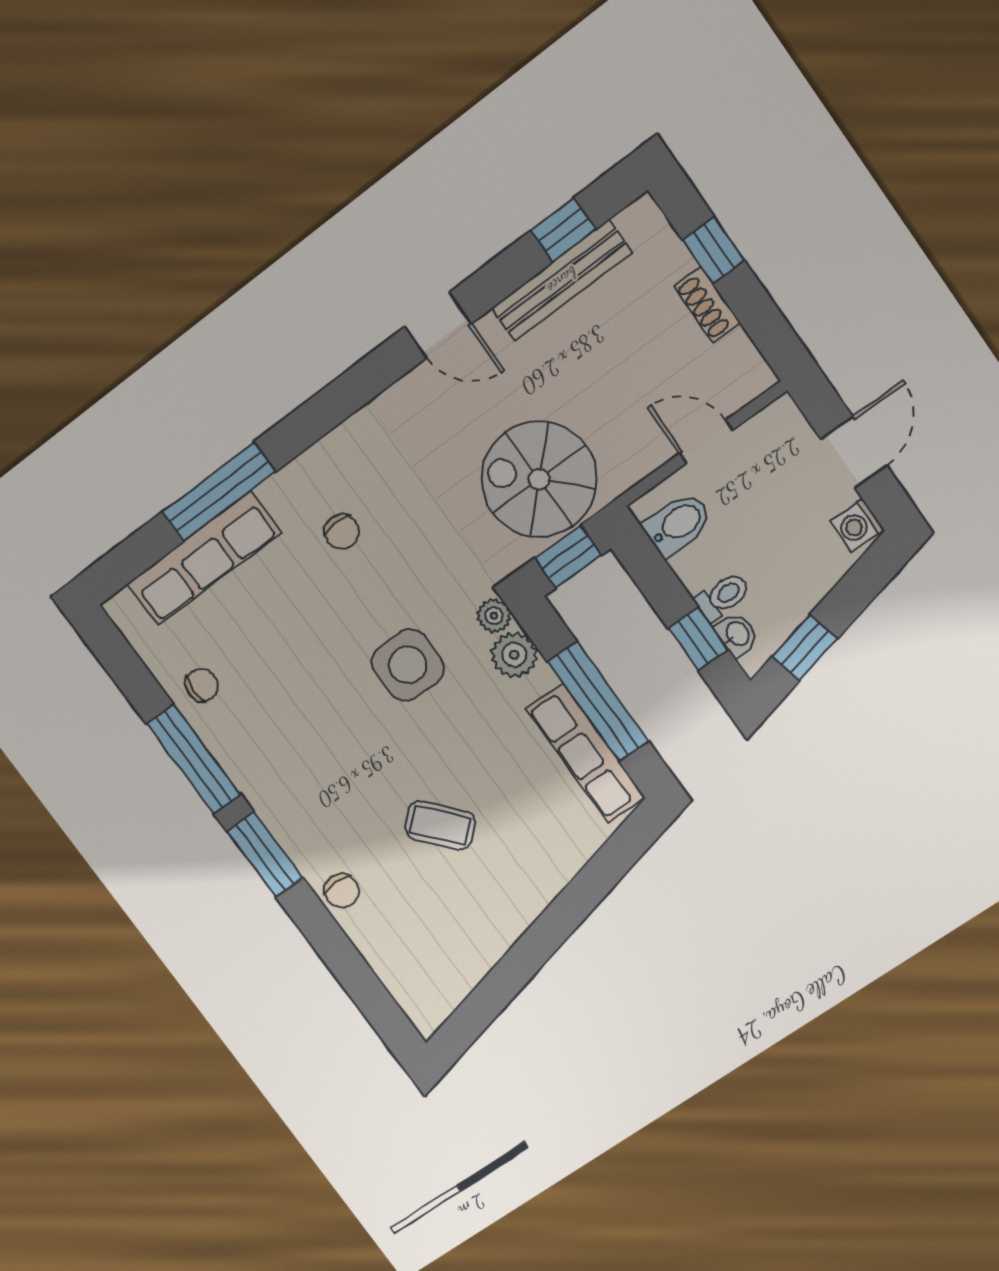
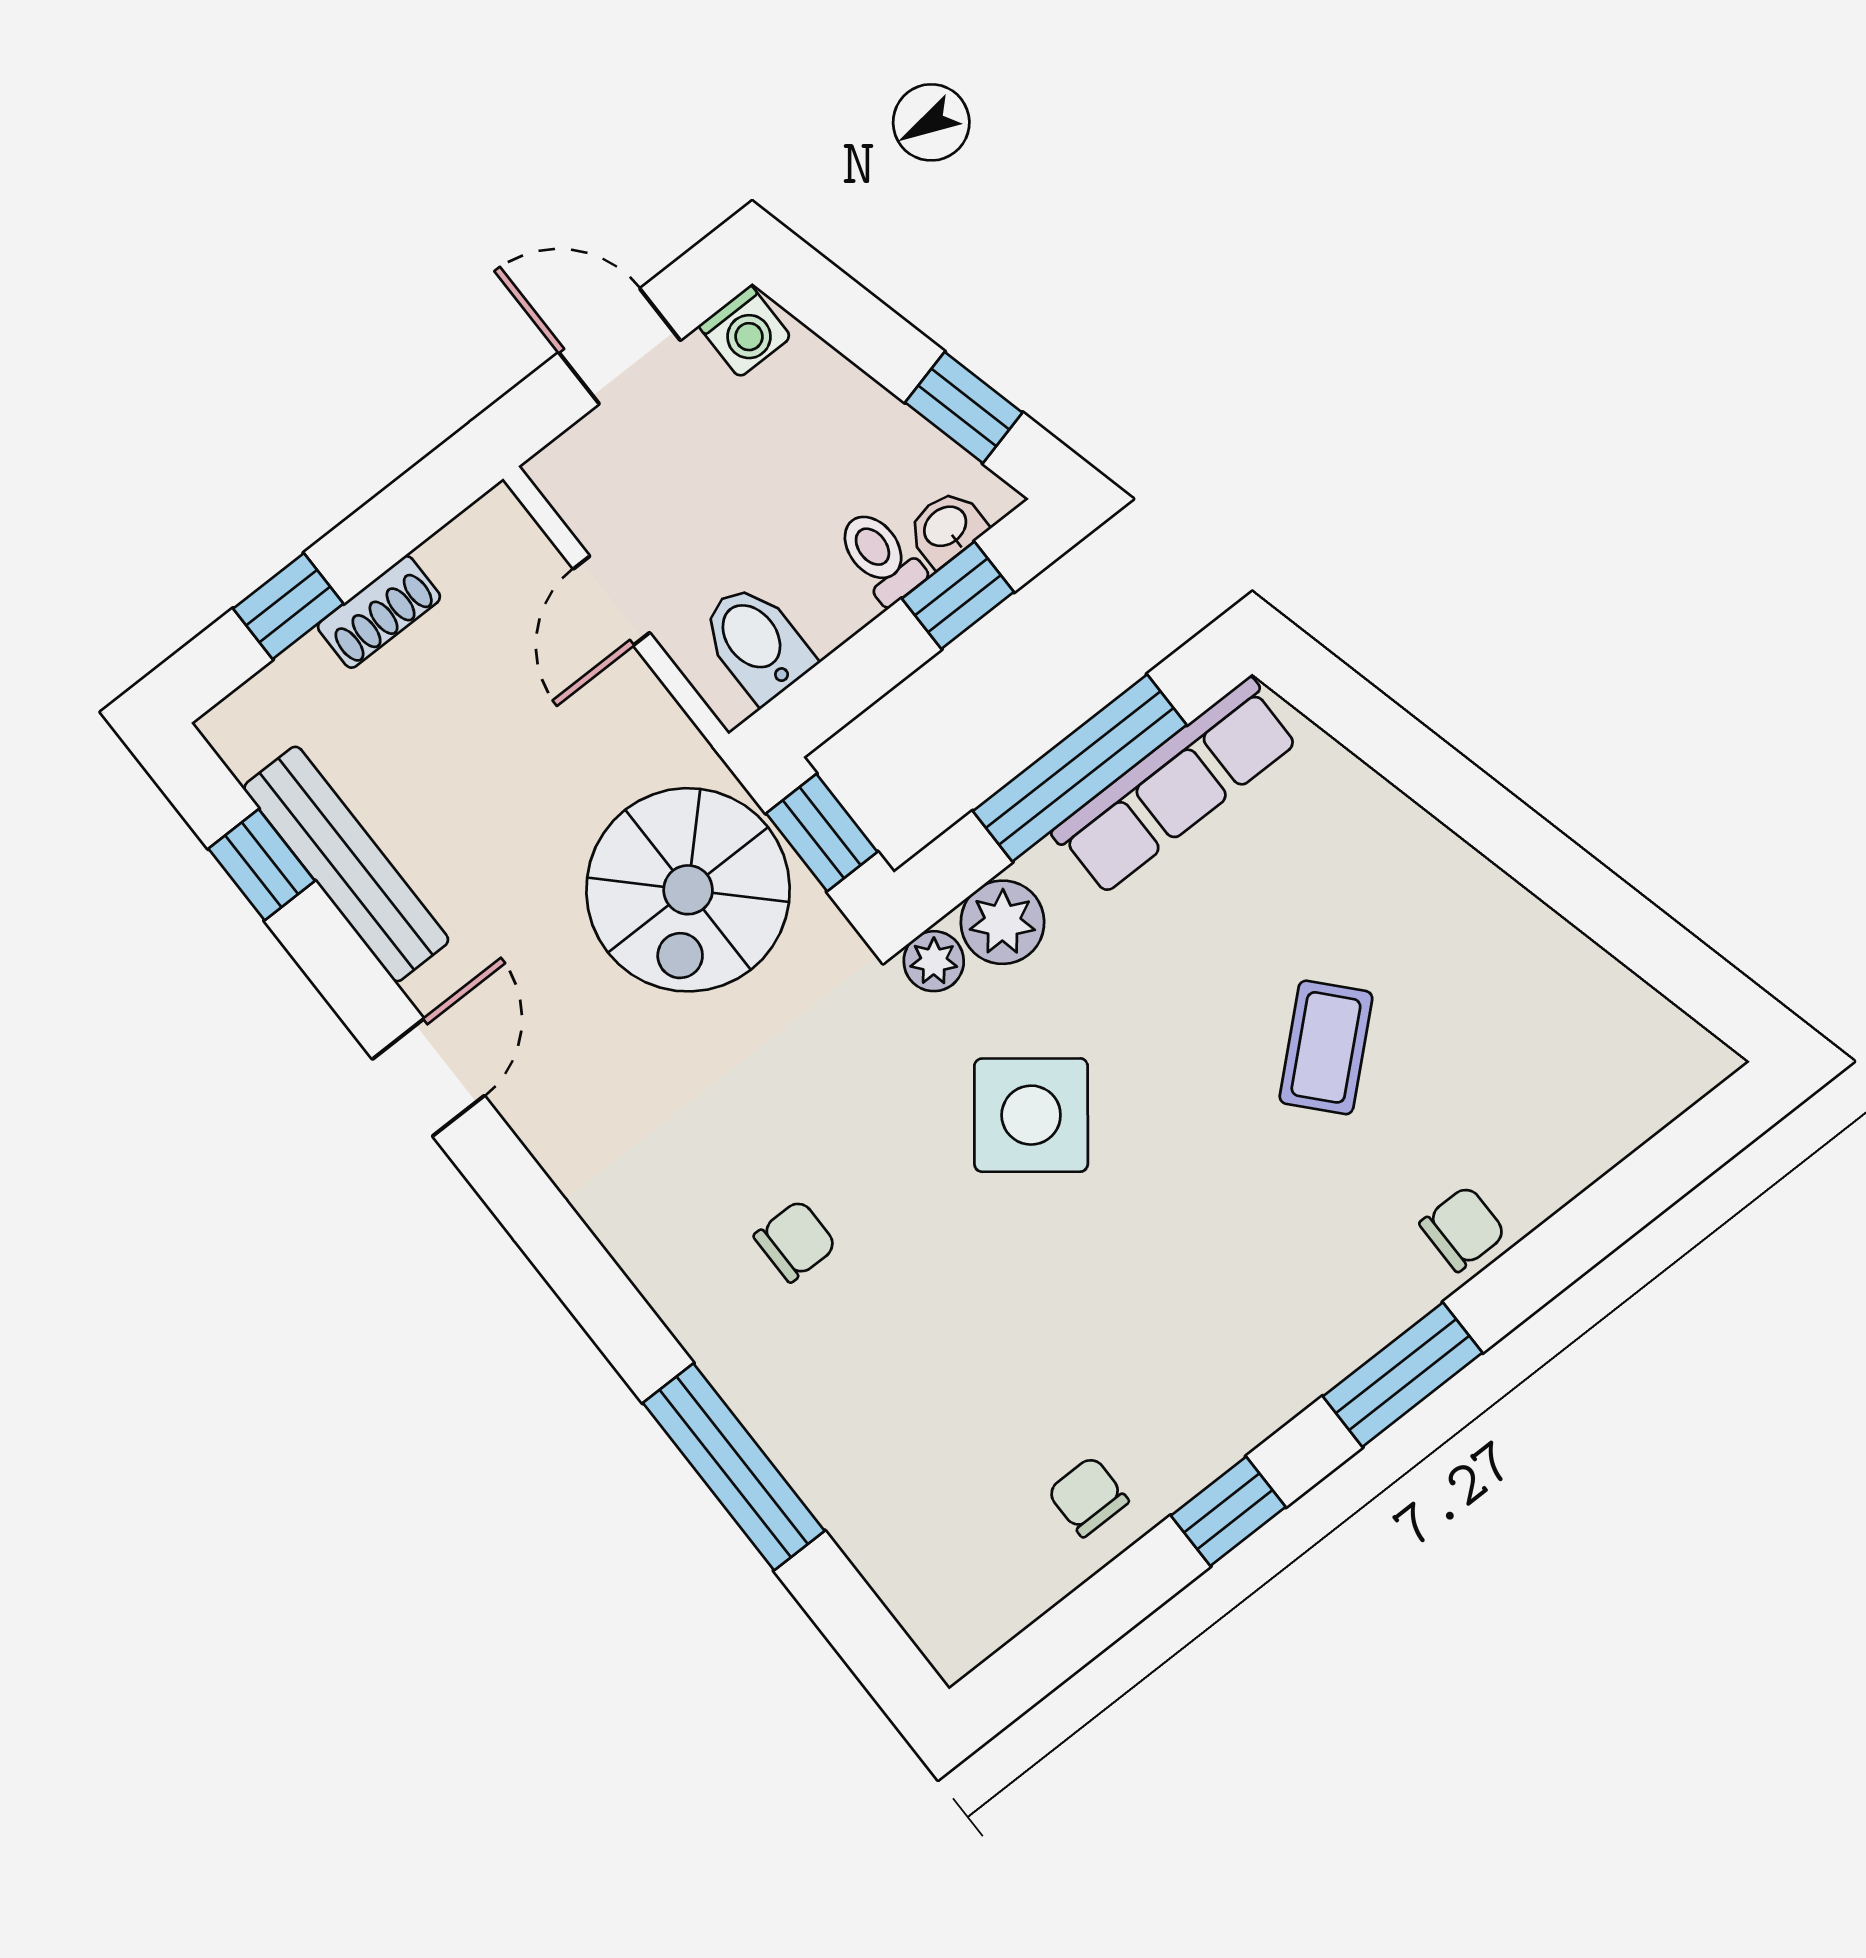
row of seats: (204, 559) -> (855, 1494), removed
side table: (408, 665) -> (1031, 1115), turned 38
window: (194, 759) -> (1228, 1511), width x0.46

